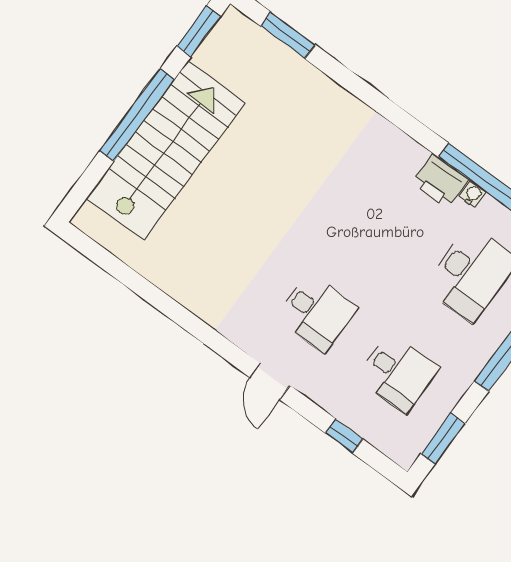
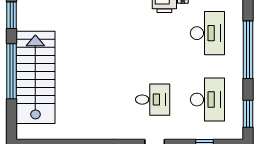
desk: (398, 373) -> (207, 100), width x1.37

